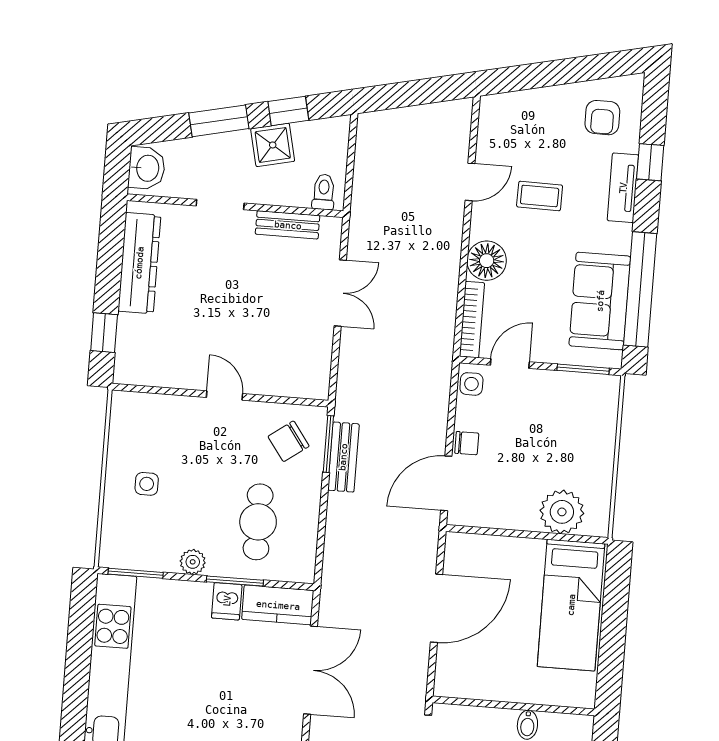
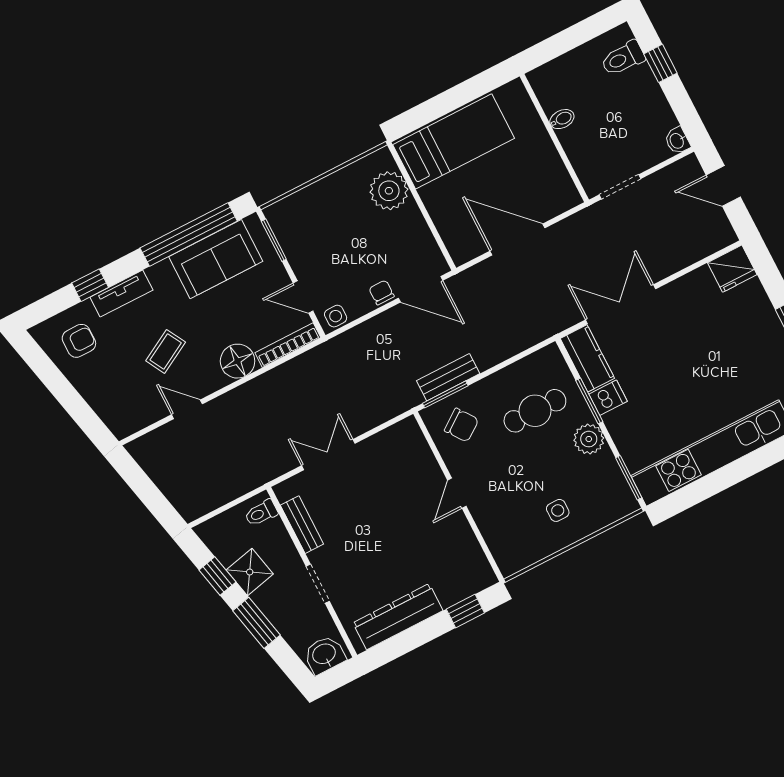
coffee table: (540, 196) -> (166, 351), turned 60
plant: (193, 562) -> (589, 439), width x1.38, depth x1.38

